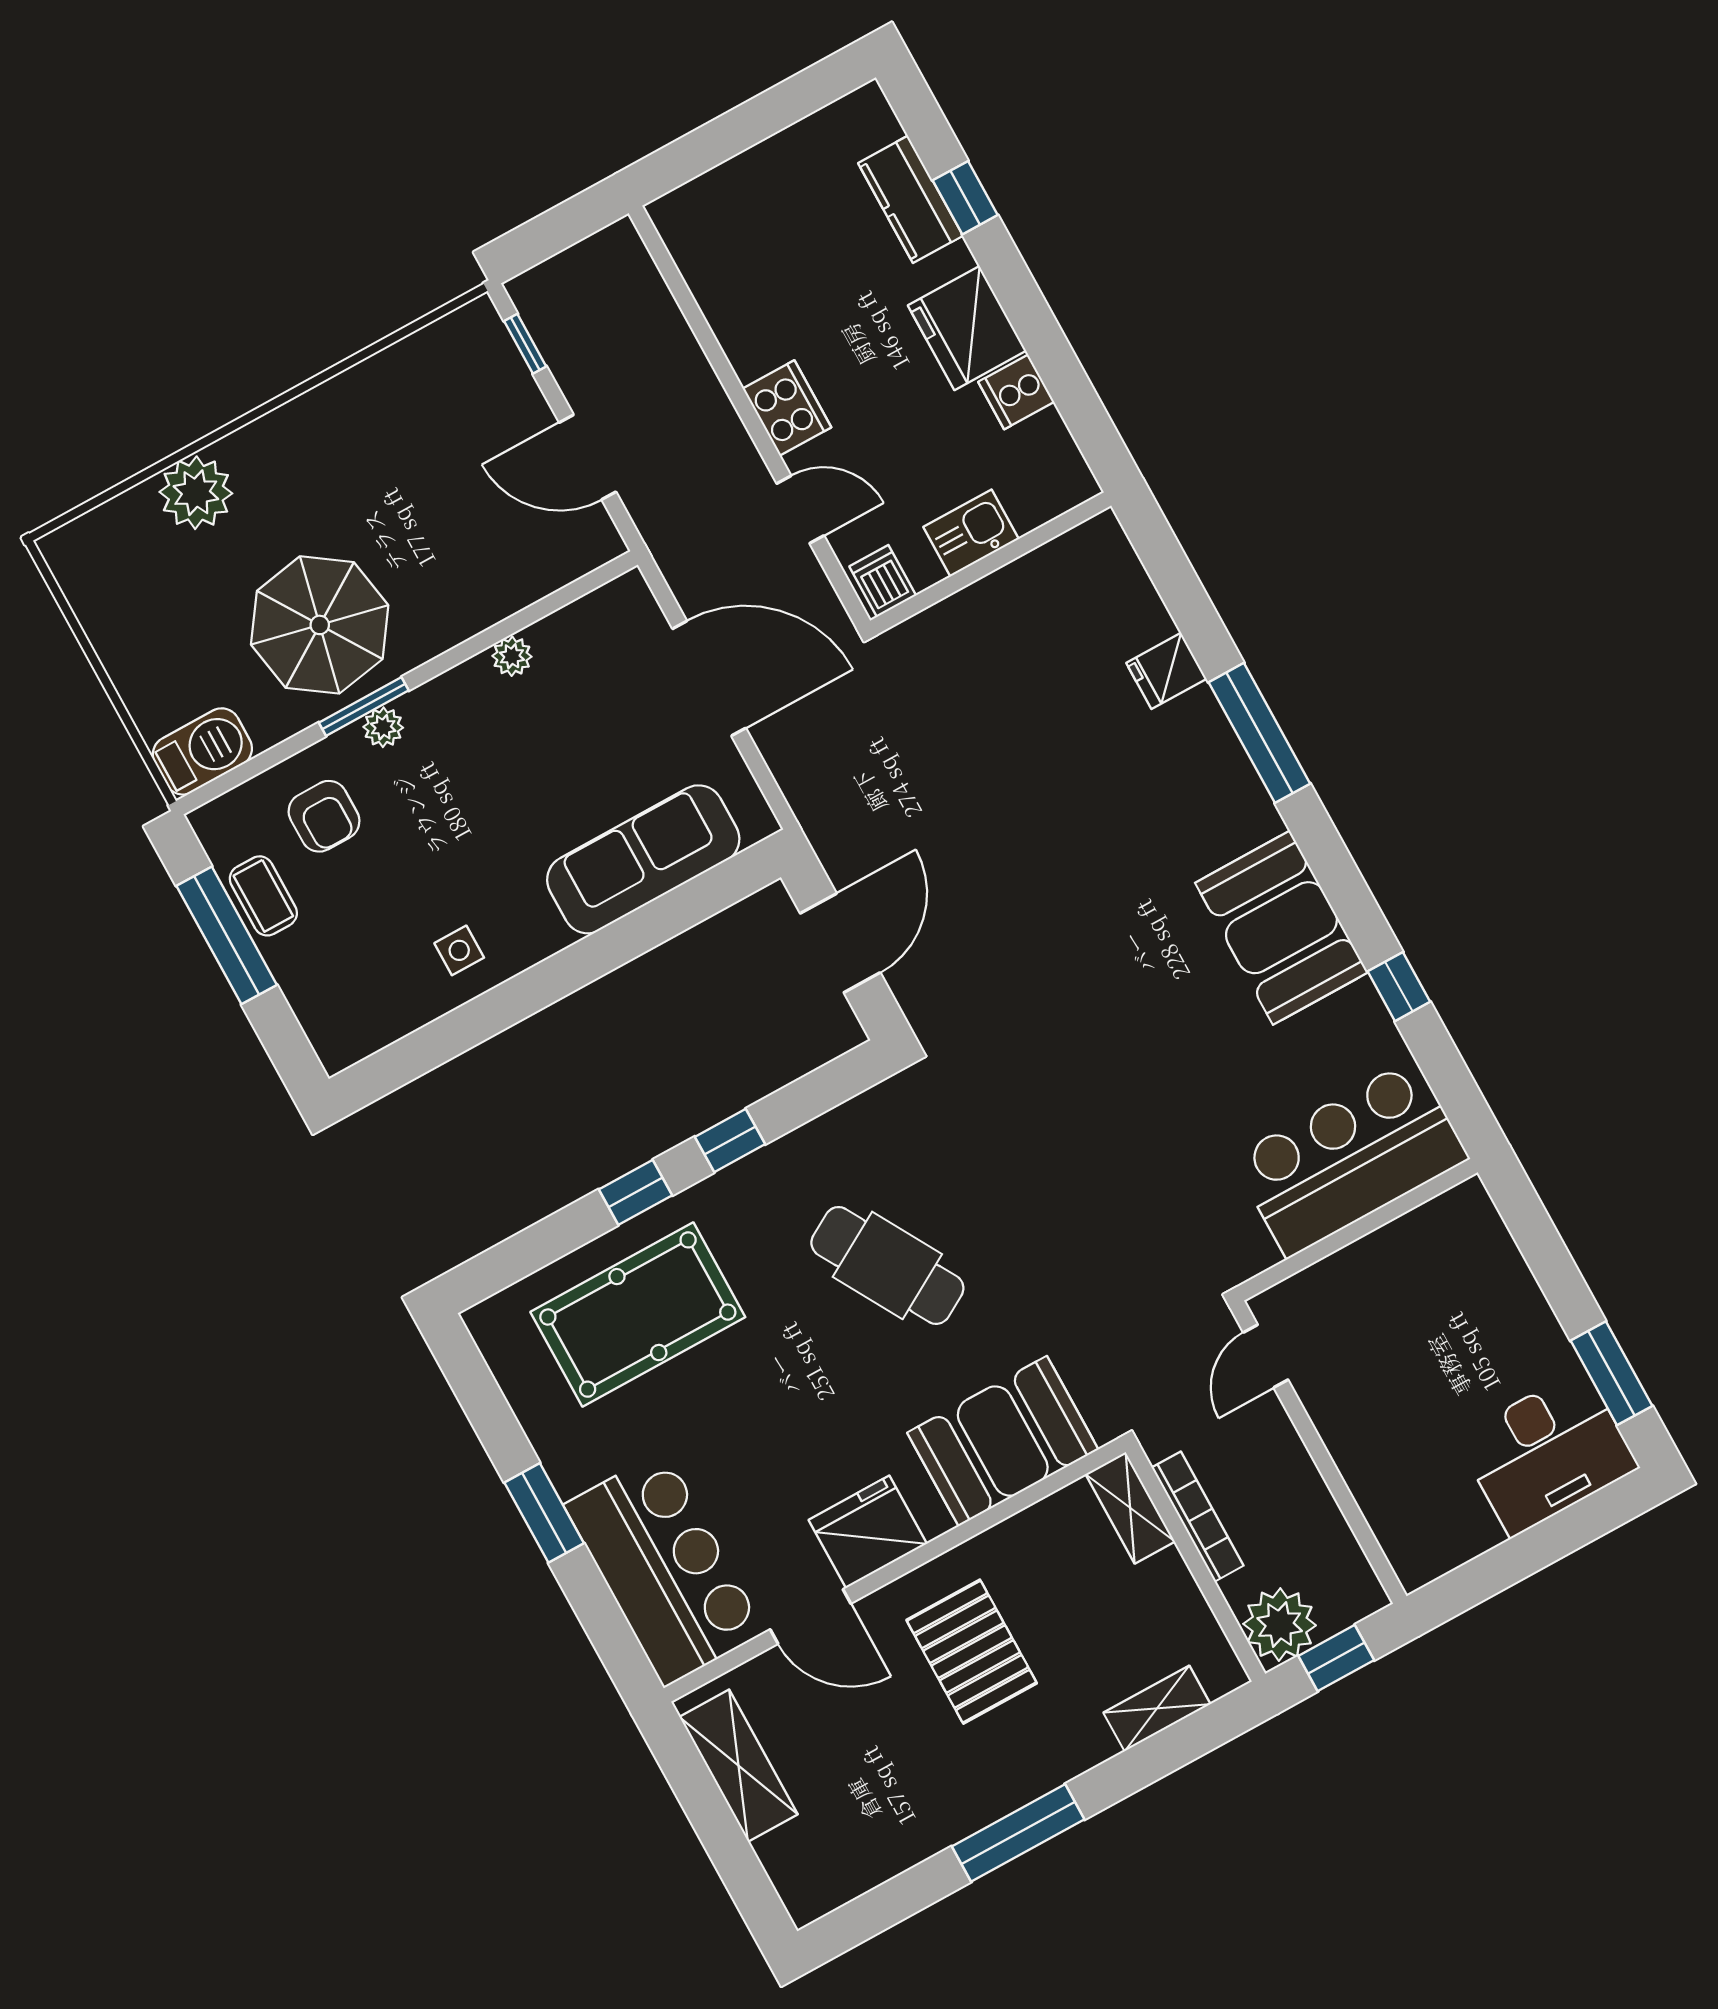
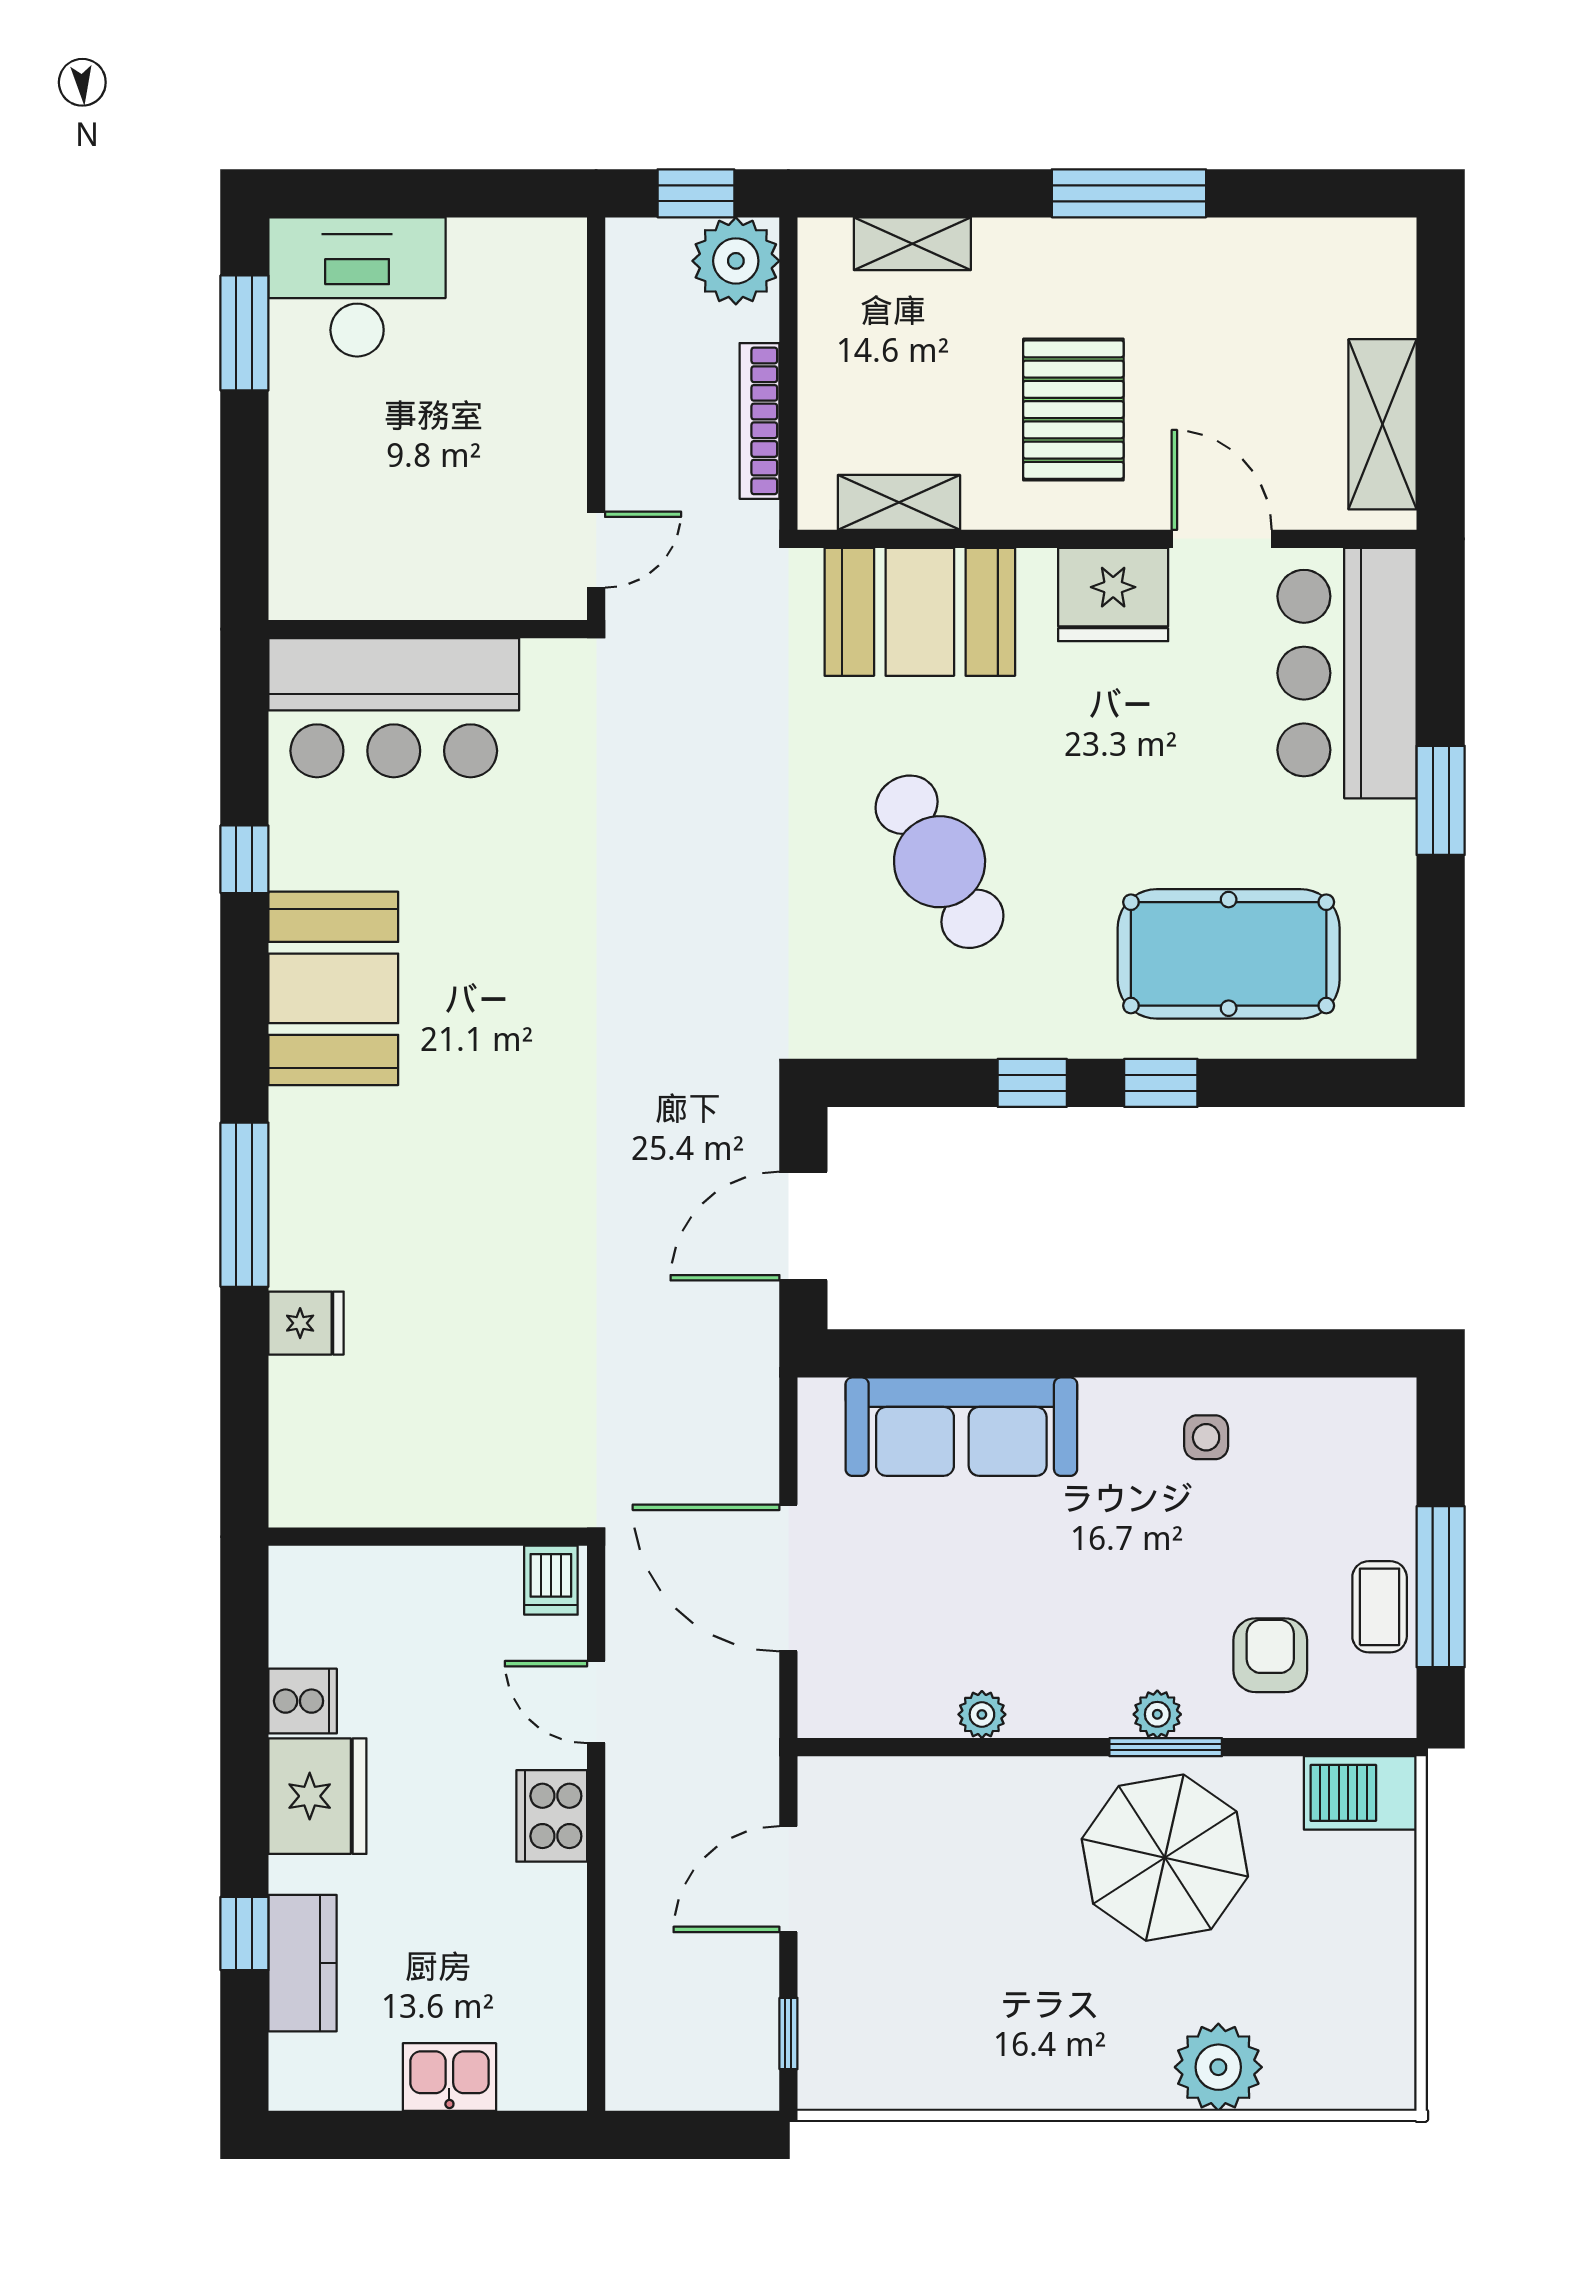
door: (588, 457) -> (788, 1879), swing flipped
kitchen sink: (971, 533) -> (449, 2077), moved, turned 180
shelving: (1130, 1508) -> (899, 502), moved, turned 90

